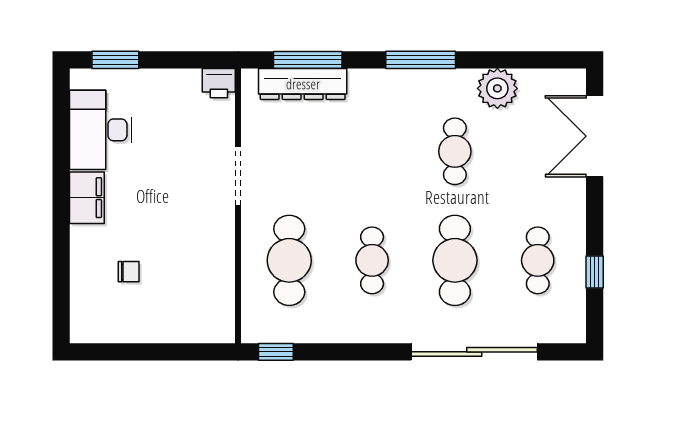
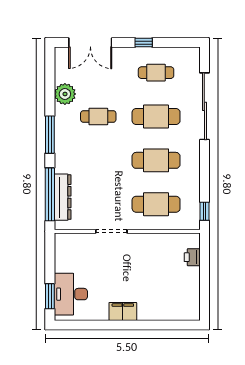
window: (308, 60) -> (50, 194), width x1.46
printer: (219, 83) -> (192, 257), moved, turned 180
desk: (101, 130) -> (71, 294), moved, turned 90
cafe table: (372, 260) -> (156, 160), width x1.37, depth x1.35
chair: (129, 272) -> (162, 289), removed
window: (595, 272) -> (144, 43), moved

